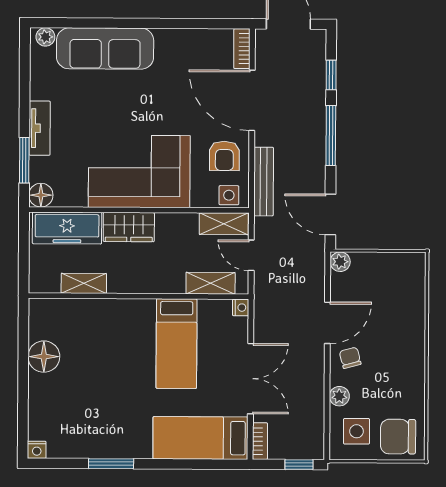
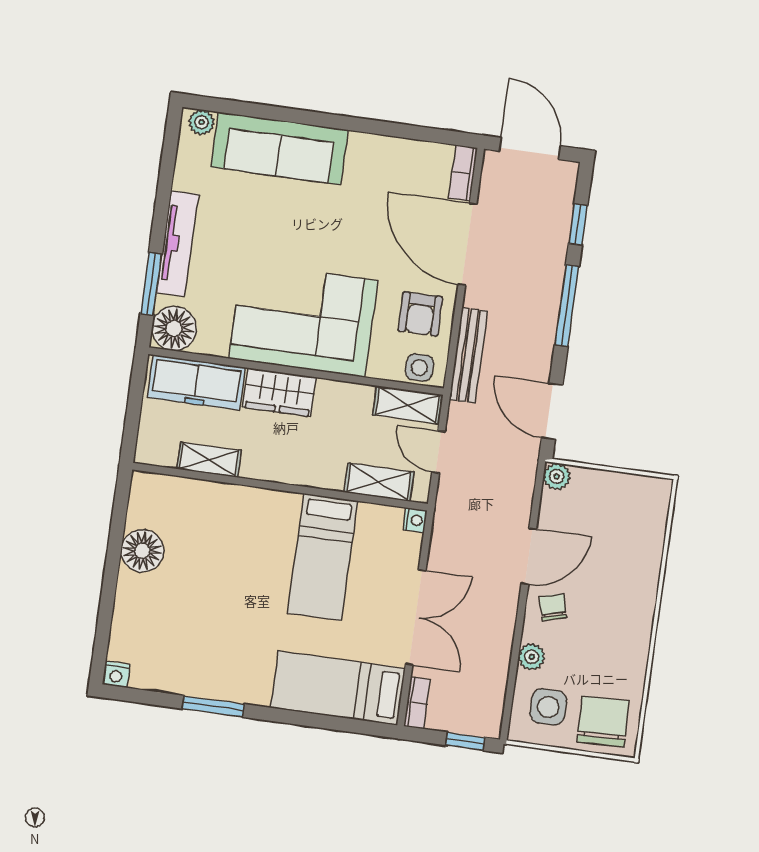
tv unit: (40, 128) -> (178, 244), width x1.41
floor lamp: (41, 195) -> (174, 328), width x1.38, depth x1.38
chair: (398, 437) -> (603, 722), turned 88

